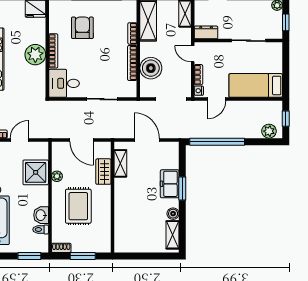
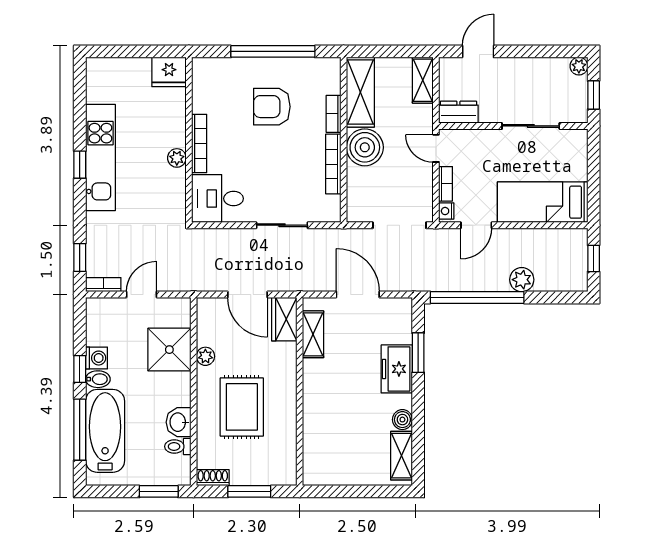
armchair: (82, 28) -> (272, 107), moved, turned -90
plant: (35, 55) -> (177, 158), width x0.53, depth x0.53
boiler: (151, 68) -> (365, 147), moved
plant: (269, 131) -> (522, 280), moved
wardrobe: (103, 172) -> (284, 319), moved
window: (182, 189) -> (418, 353), moved

